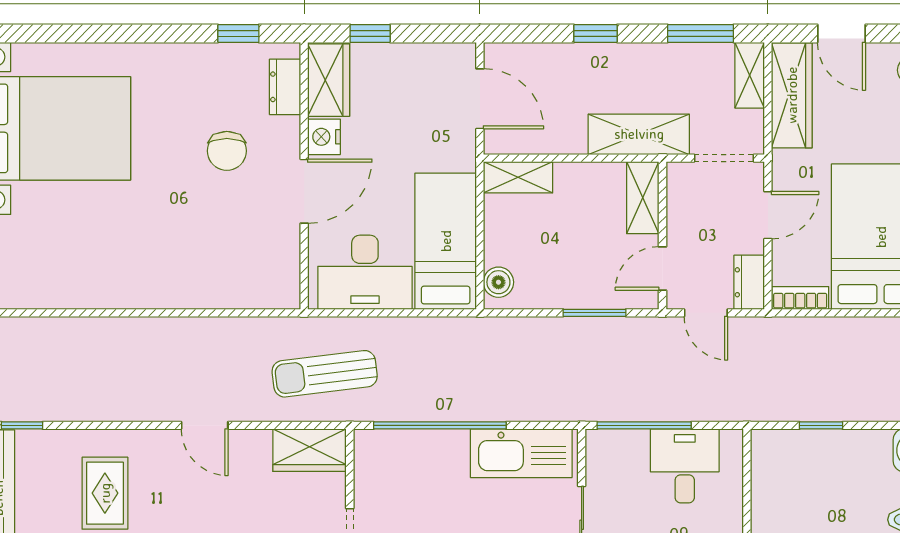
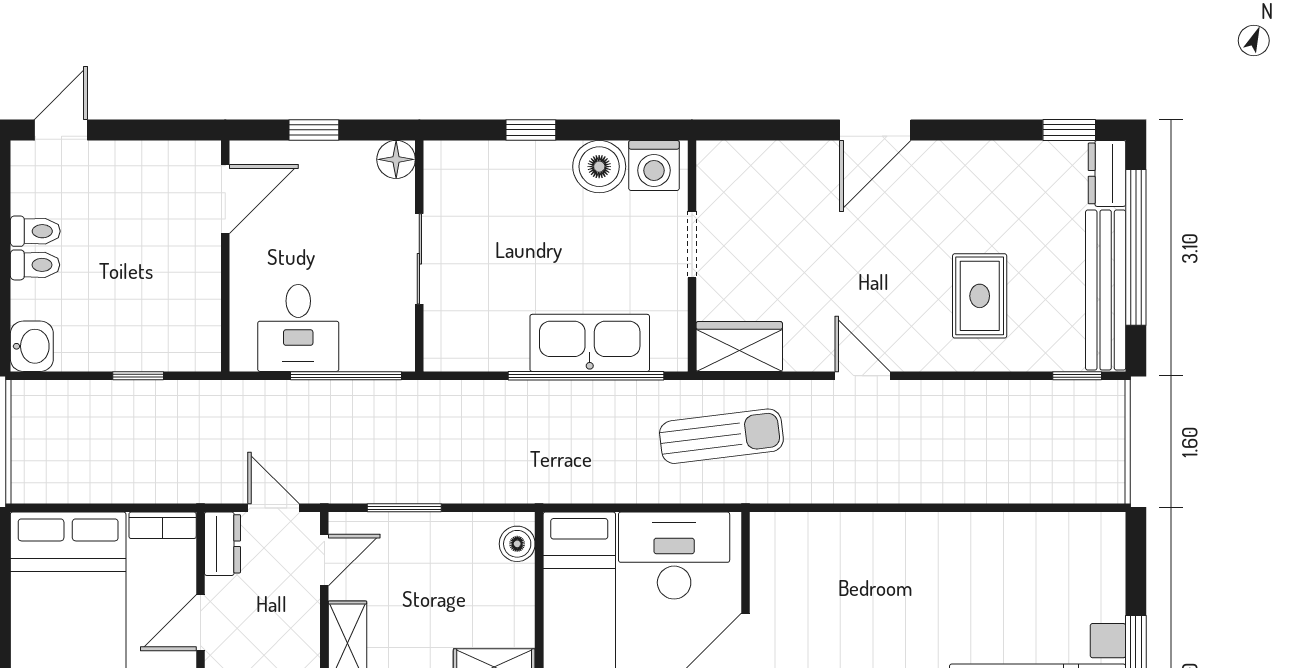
kitchen sink: (521, 453) -> (590, 343), moved

